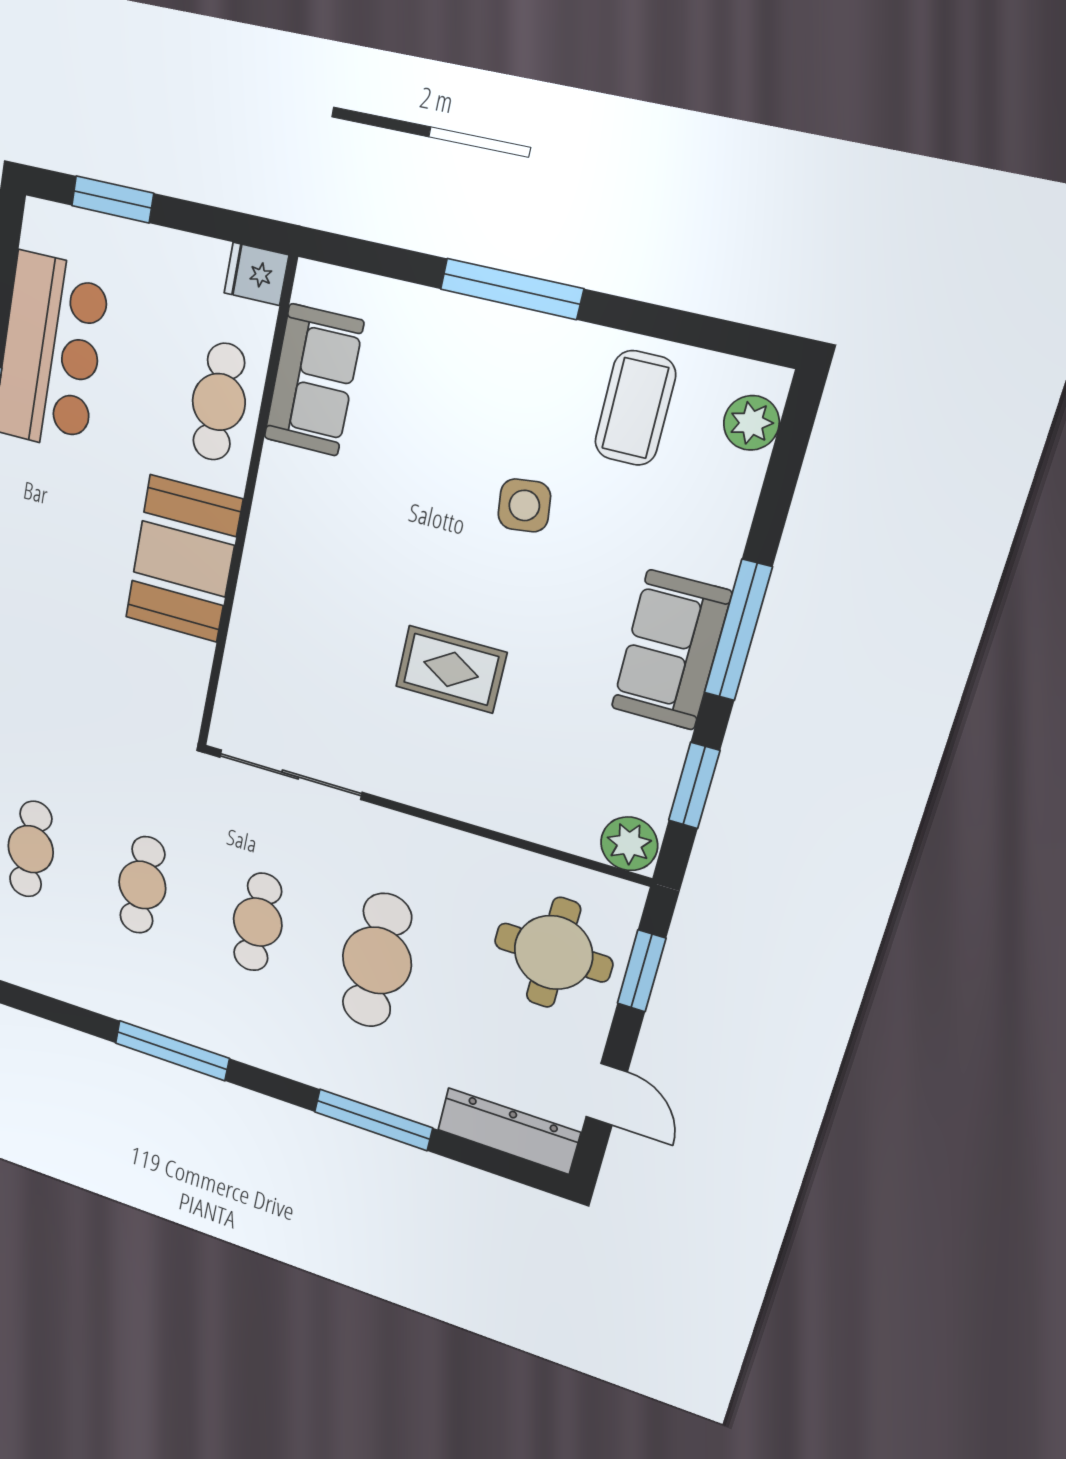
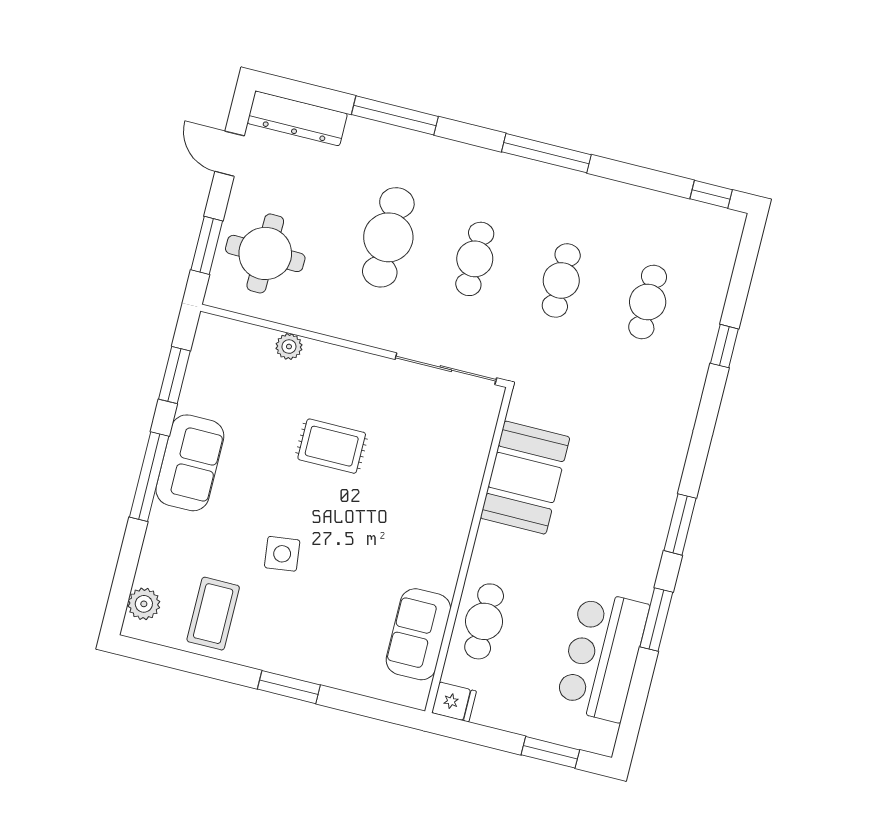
window: (511, 289) -> (289, 687), width x0.69
booth: (184, 559) -> (525, 478), moved
plant: (629, 844) -> (289, 347), moved, width x0.73, depth x0.73

